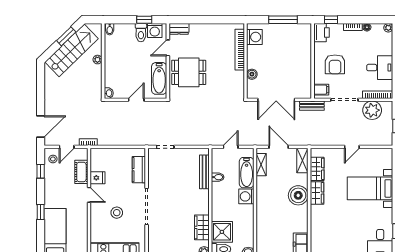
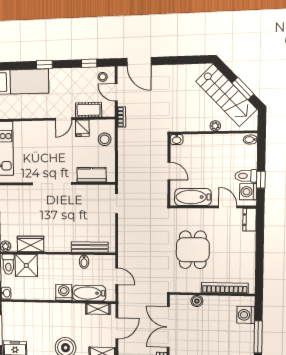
washing machine: (254, 37) -> (246, 315), moved, turned 90
dining table: (189, 72) -> (193, 250), moved
stool: (117, 213) -> (105, 139), moved

